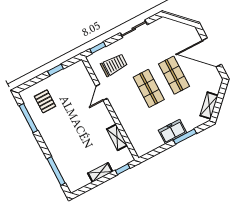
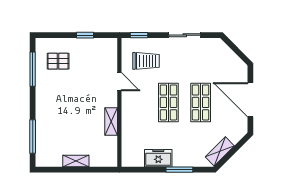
door: (102, 92) -> (119, 82), swing flipped
pallet: (45, 101) -> (58, 61), turned 90
freezer: (173, 132) -> (158, 158), moved
shelving: (117, 137) -> (111, 122), moved
window: (123, 169) -> (100, 170), removed

